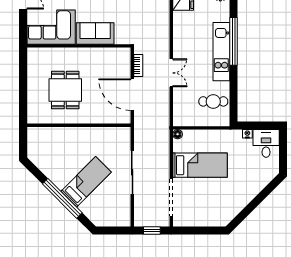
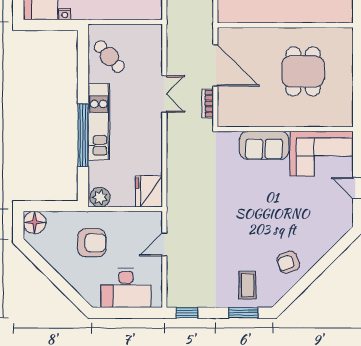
double door: (171, 73) -> (164, 94), swing flipped
cafe table: (213, 101) -> (109, 57), turned 48
floor lamp: (178, 134) -> (156, 14), removed

